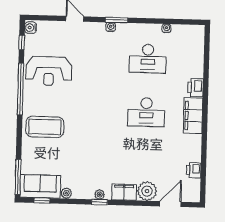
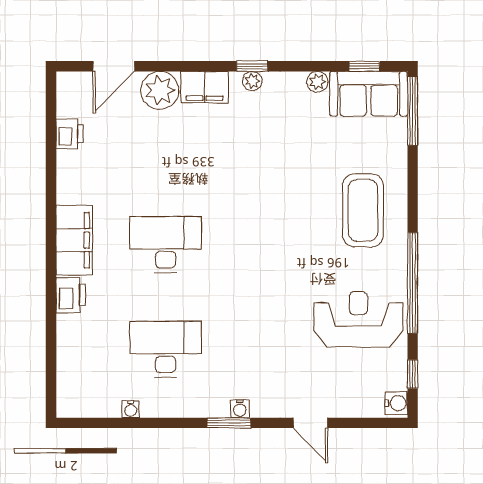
coffee table: (45, 127) -> (363, 210), turned 90

